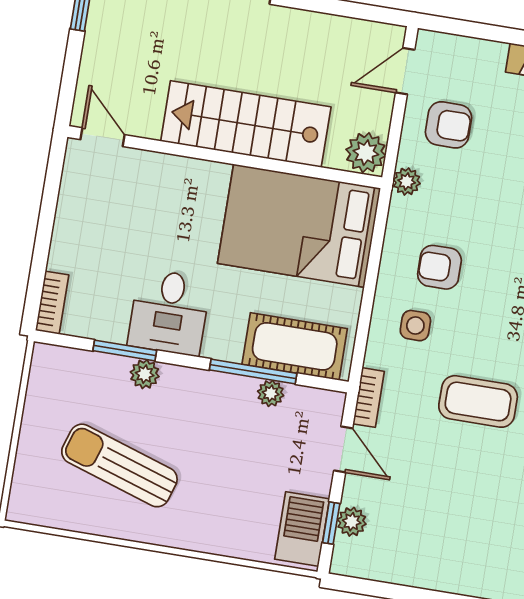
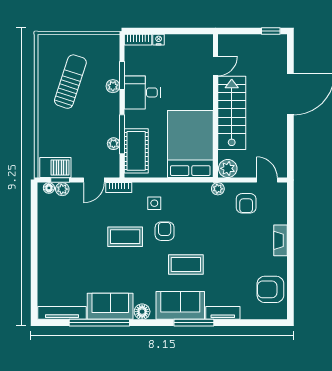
door: (102, 137) -> (215, 66), moved
nightstand: (59, 258) -> (159, 40), added
armchair: (439, 267) -> (165, 231), moved
coffee table: (478, 401) -> (125, 237), turned 90
floor lamp: (344, 550) -> (49, 188), added

